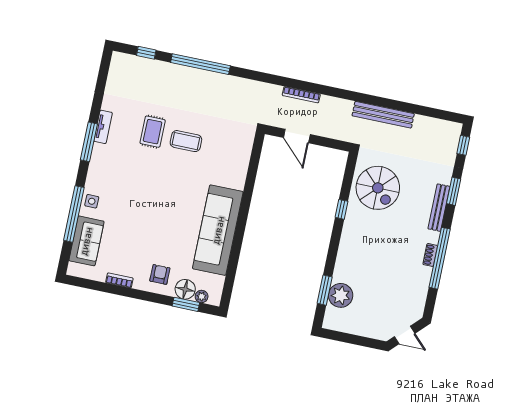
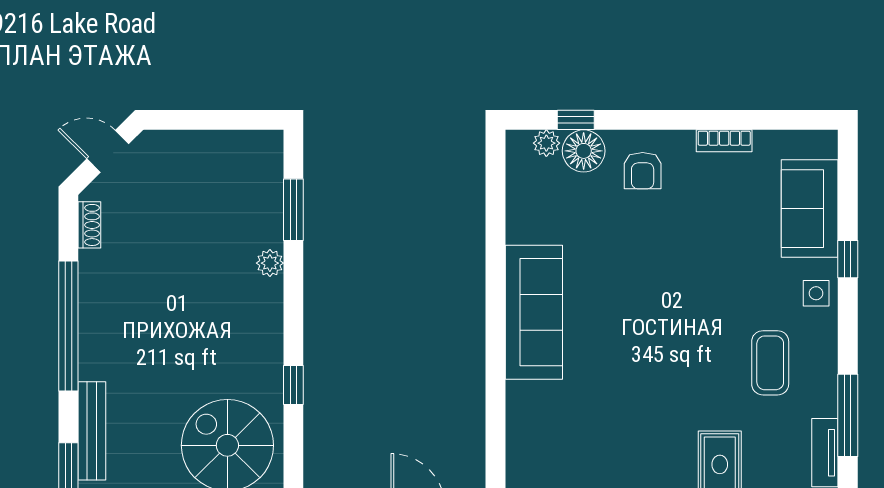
coffee table: (186, 141) -> (770, 363), moved, turned 90
window: (74, 214) -> (848, 259), width x0.32
sofa: (218, 230) -> (534, 312), width x0.74, depth x0.79
shoe rack: (430, 255) -> (89, 225), moved
plant: (341, 295) -> (270, 263), moved, width x0.53, depth x0.53
window: (186, 304) -> (576, 120), width x0.67

